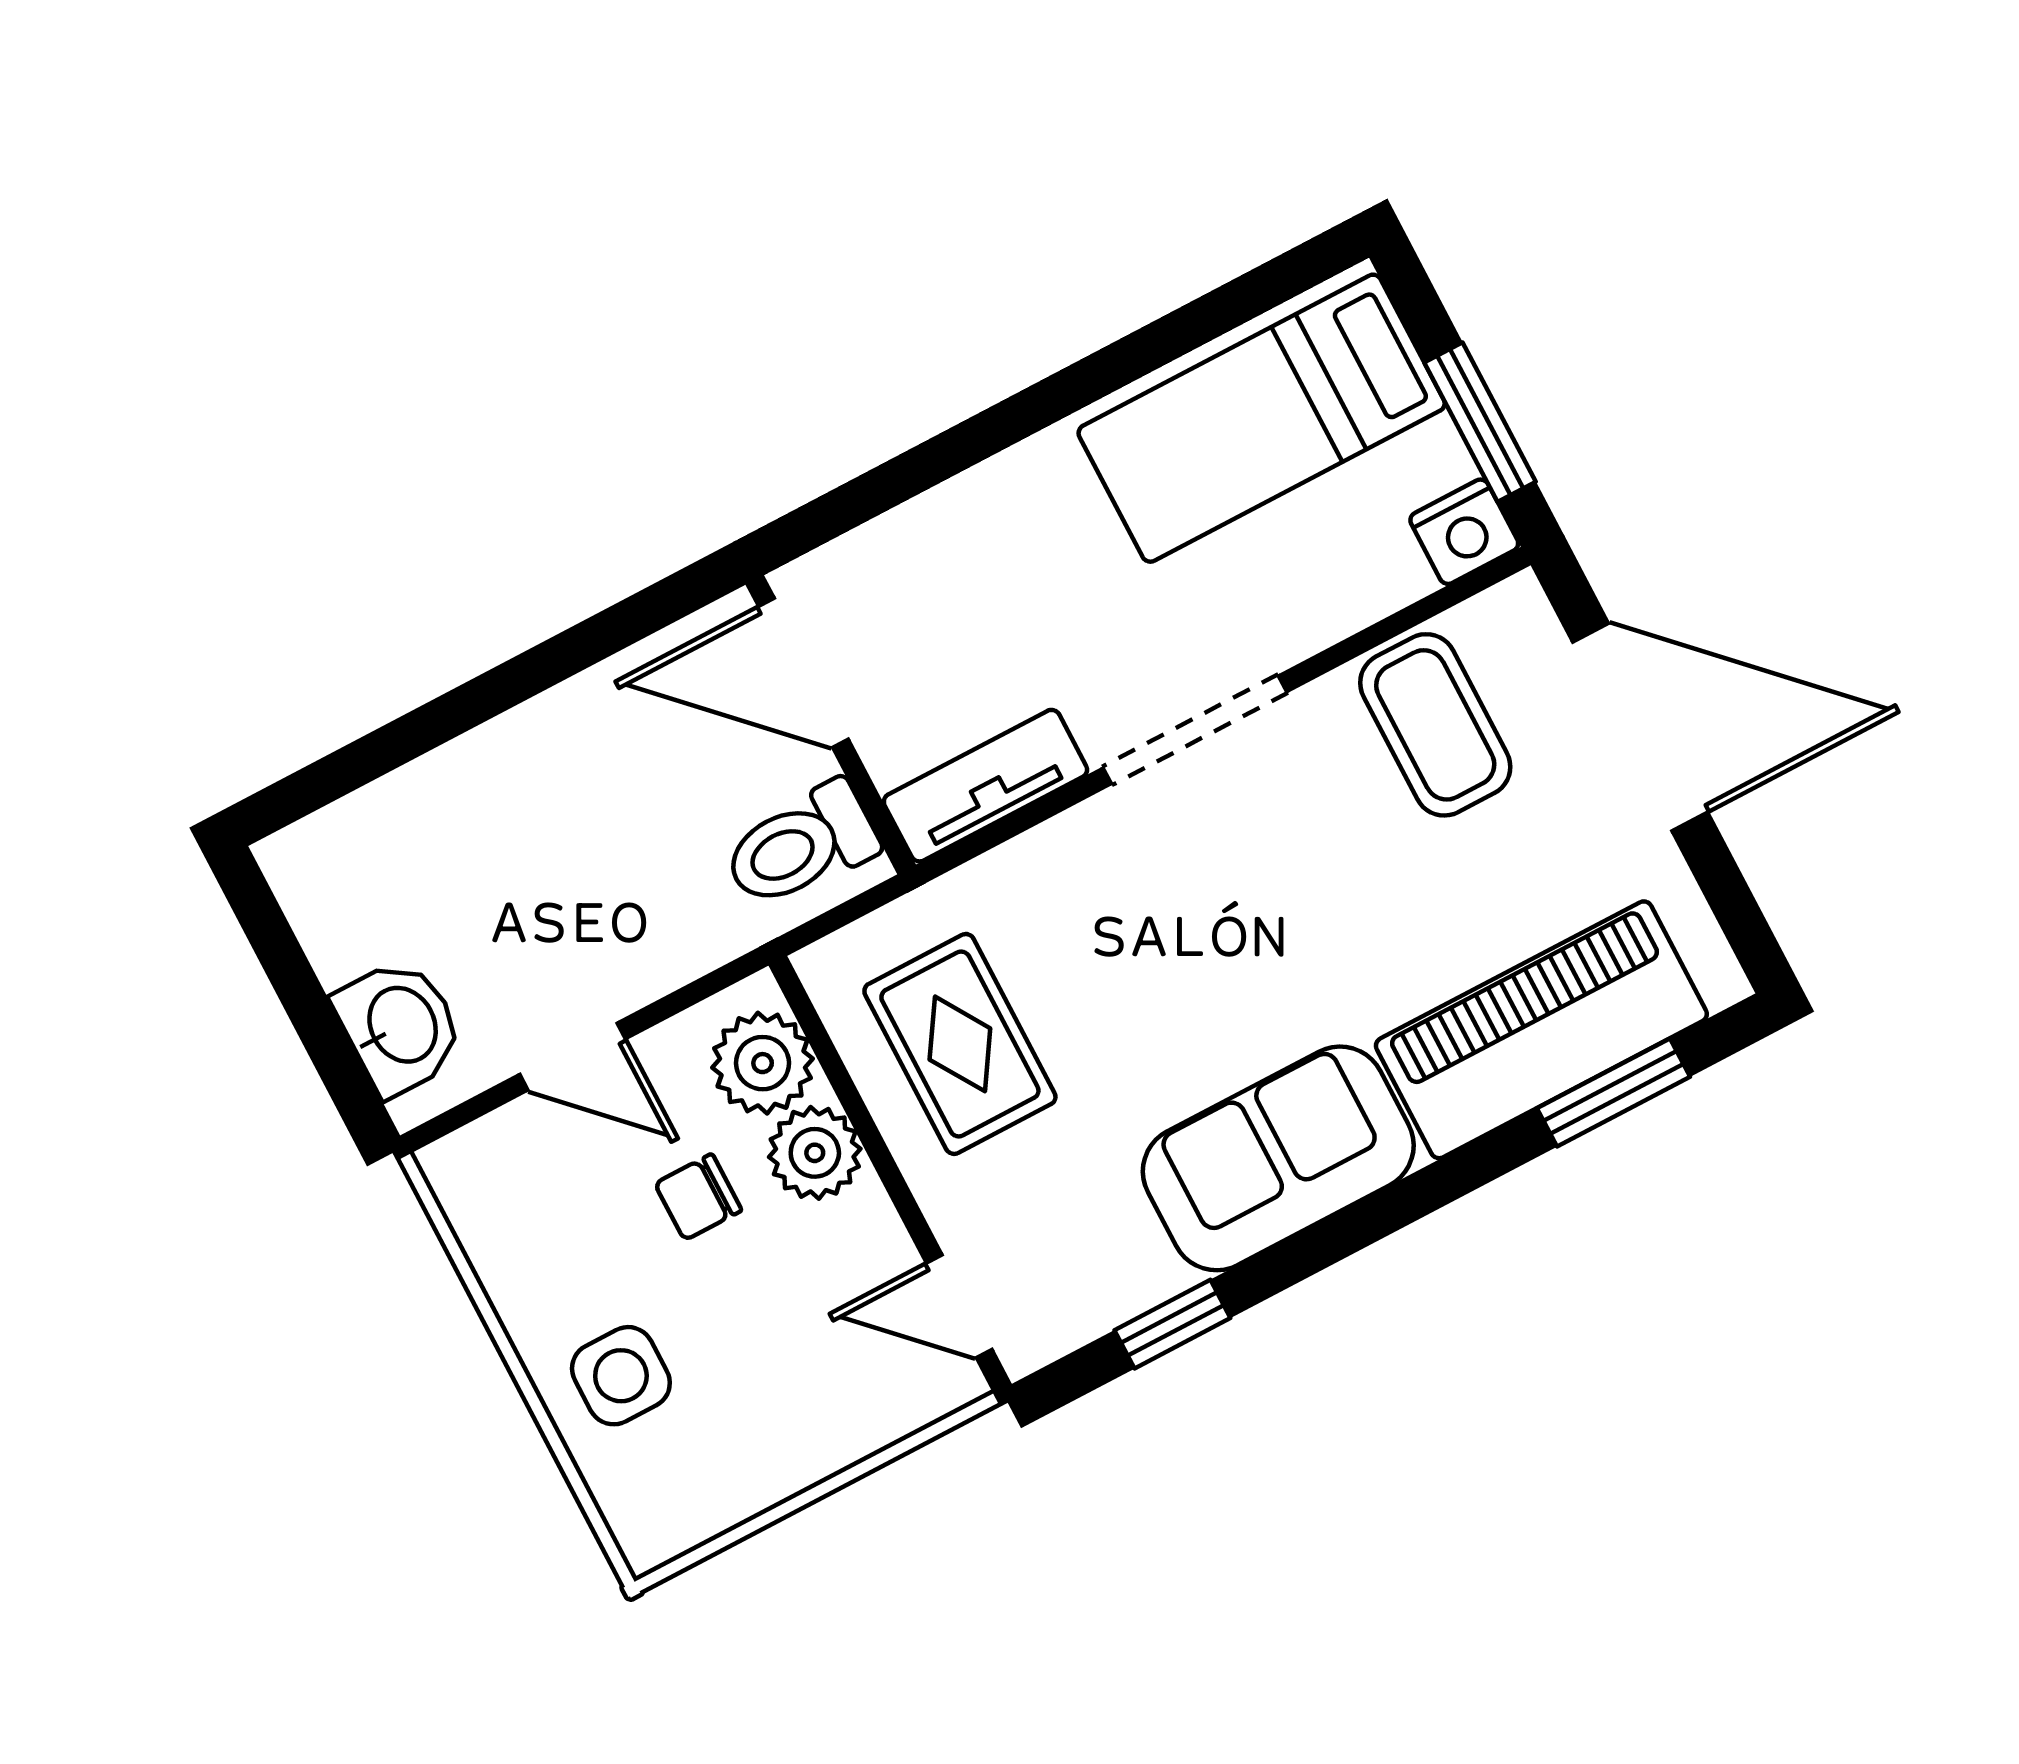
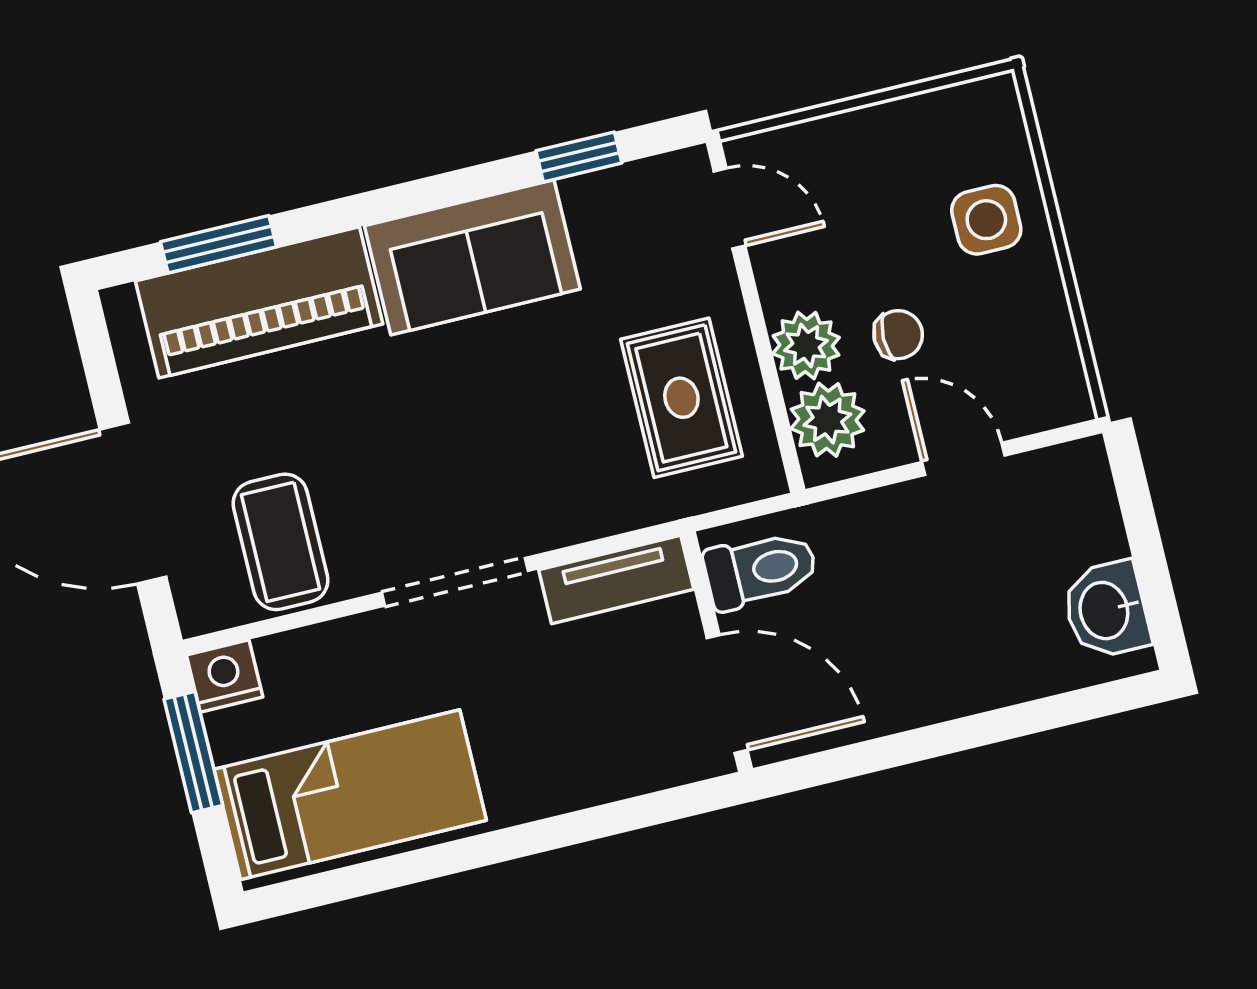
washbasin: (400, 1026) -> (1106, 610), moved

